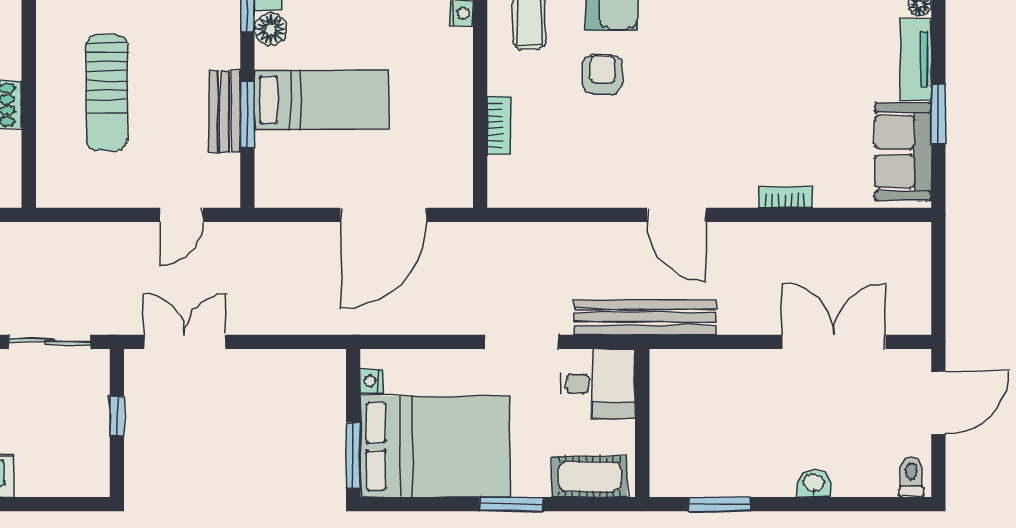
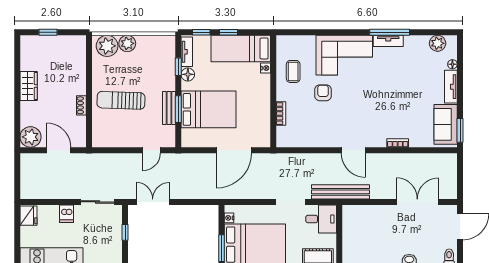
sun lounger: (107, 93) -> (121, 100), turned 92
bed: (321, 100) -> (208, 109), width x1.50
window: (938, 114) -> (460, 130), moved

